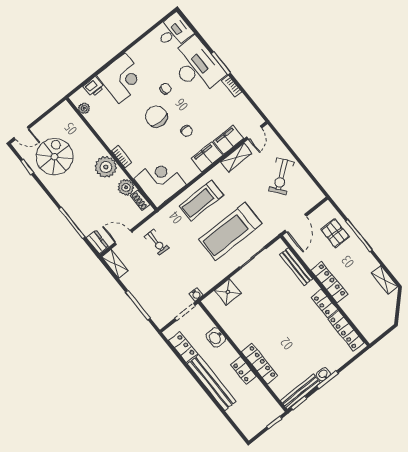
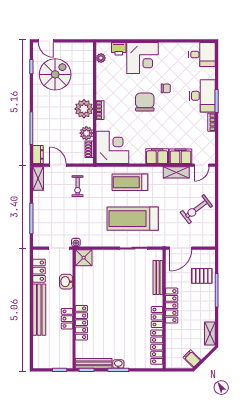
desk: (196, 66) -> (202, 96), width x0.73, depth x0.77
chair: (187, 131) -> (157, 128), removed
pallet: (335, 233) -> (202, 276), turned 90
shower: (228, 292) -> (84, 258), moved
filing cabinet: (387, 316) -> (192, 359), added

